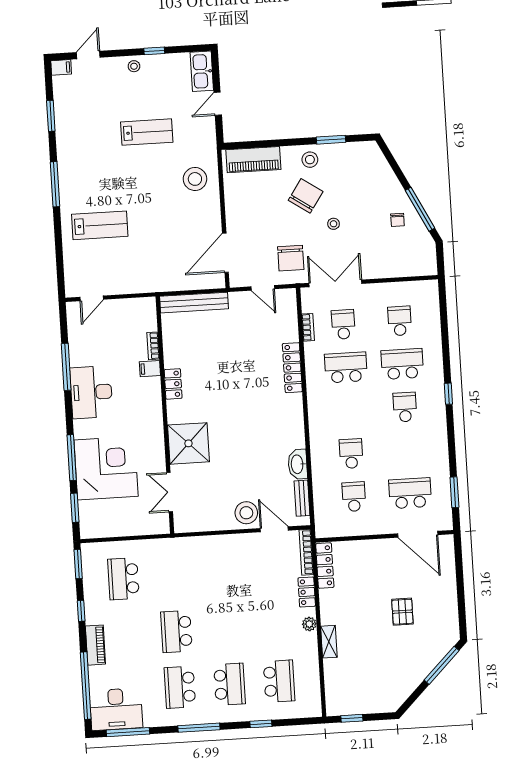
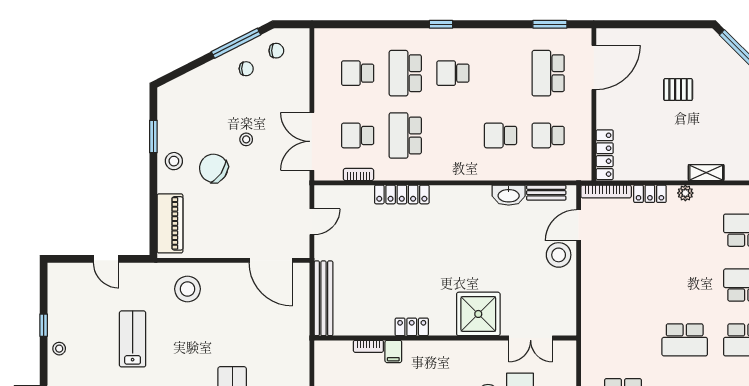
kitchen sink: (202, 71) -> (69, 274), removed
chair: (291, 258) -> (276, 51), moved, width x0.54, depth x0.54
locker: (325, 566) -> (605, 155), moved, turned 90

